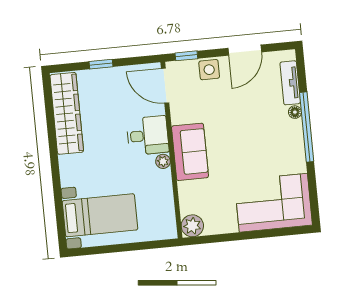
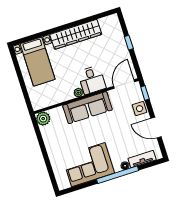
wardrobe: (67, 113) -> (76, 34), moved
sofa: (190, 152) -> (88, 108), width x1.36
corner sofa: (273, 203) -> (88, 165), moved, turned -90

